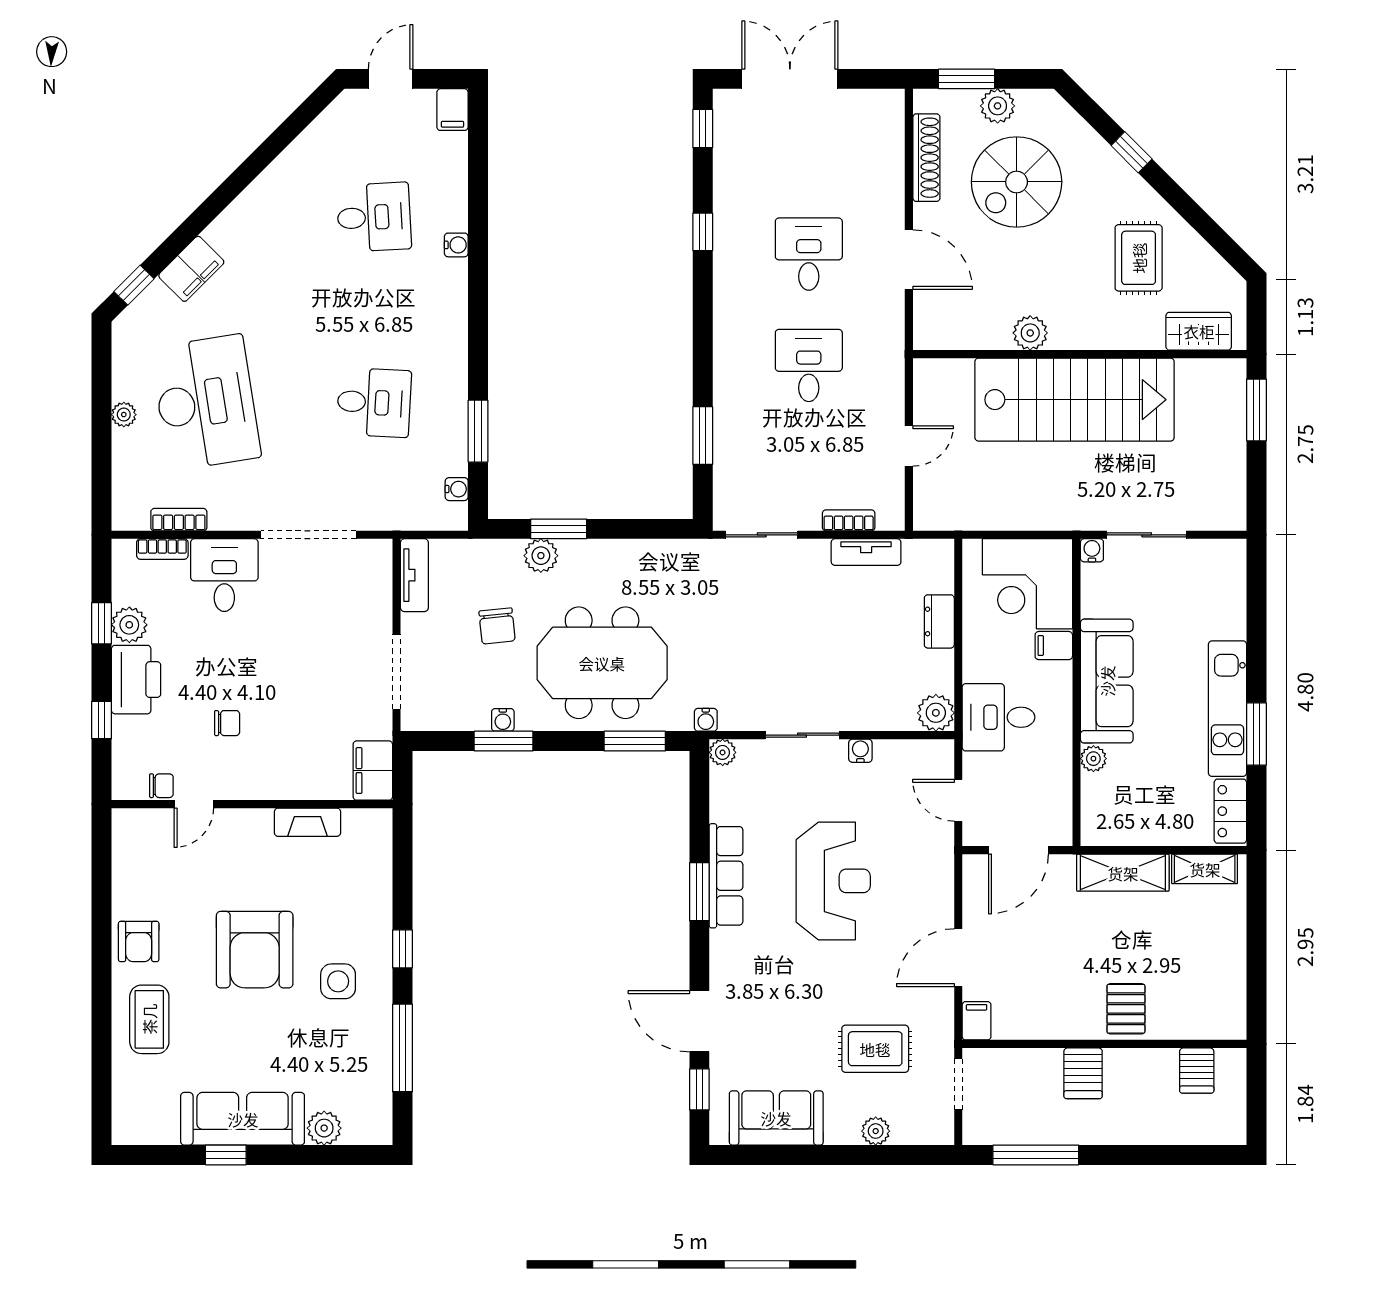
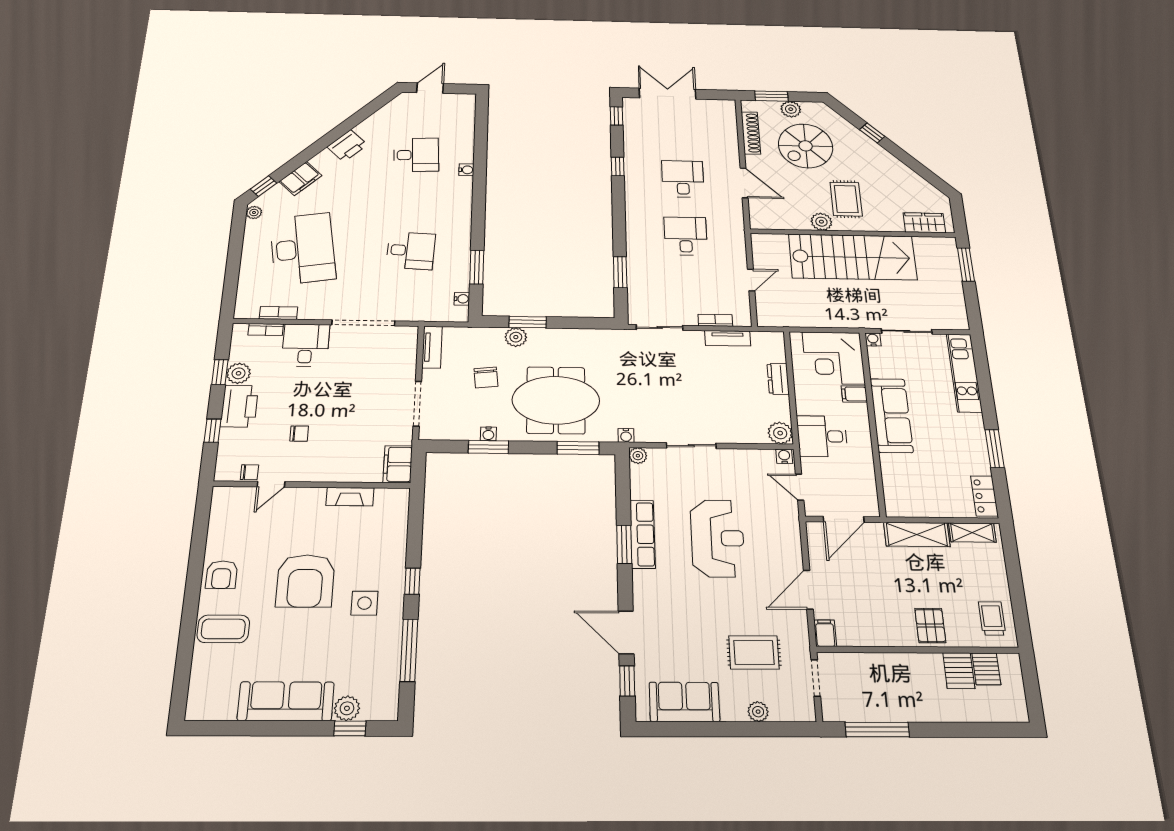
filing cabinet: (452, 110) -> (467, 104), removed
printer: (261, 202) -> (347, 146), added
rug: (1139, 258) -> (846, 199), moved
plant: (124, 415) -> (254, 213), moved
kitchen unit: (1227, 709) -> (964, 373), moved
water cooler: (860, 751) -> (784, 456), moved
plant: (1093, 759) -> (888, 462), removed
trolley: (1215, 998) -> (992, 618), added
coffee table: (149, 1019) -> (223, 629), turned 90
server rack: (1083, 1073) -> (959, 671), moved
window: (226, 1155) -> (350, 728), moved

